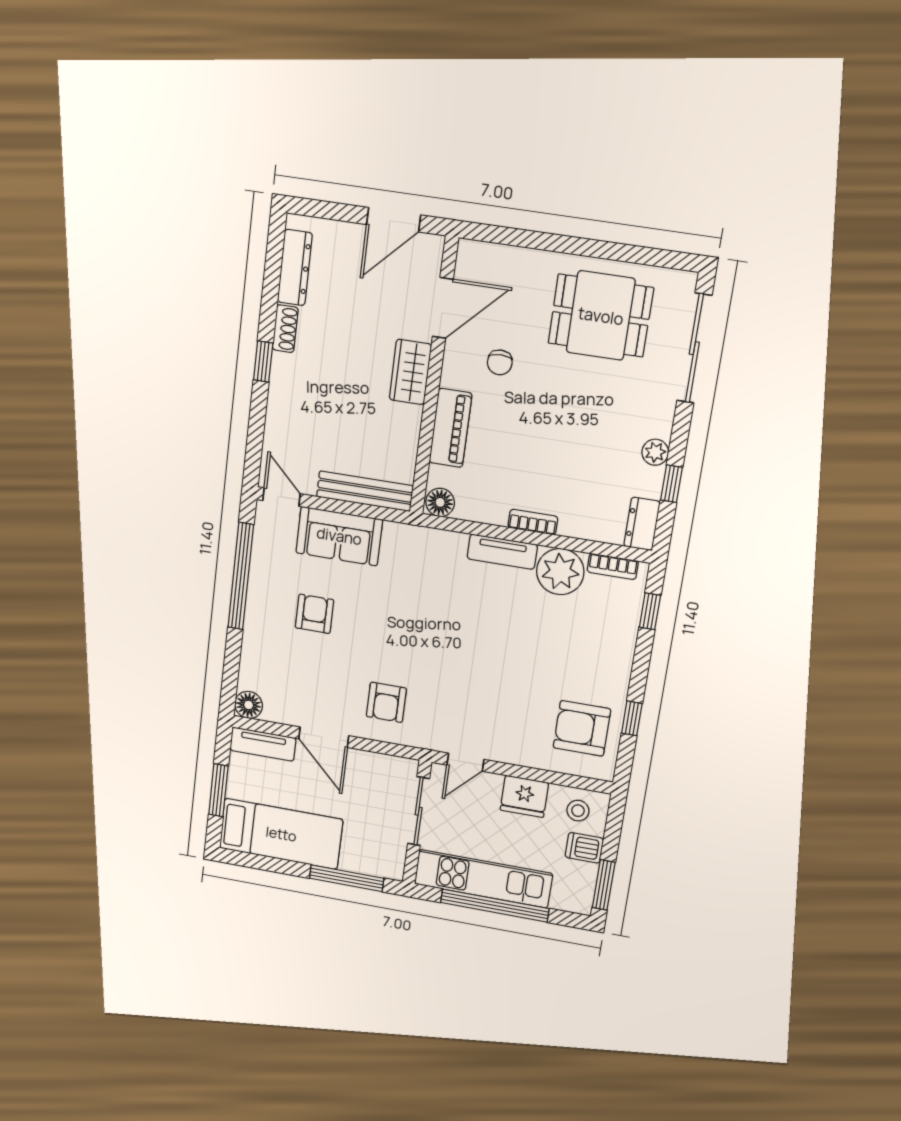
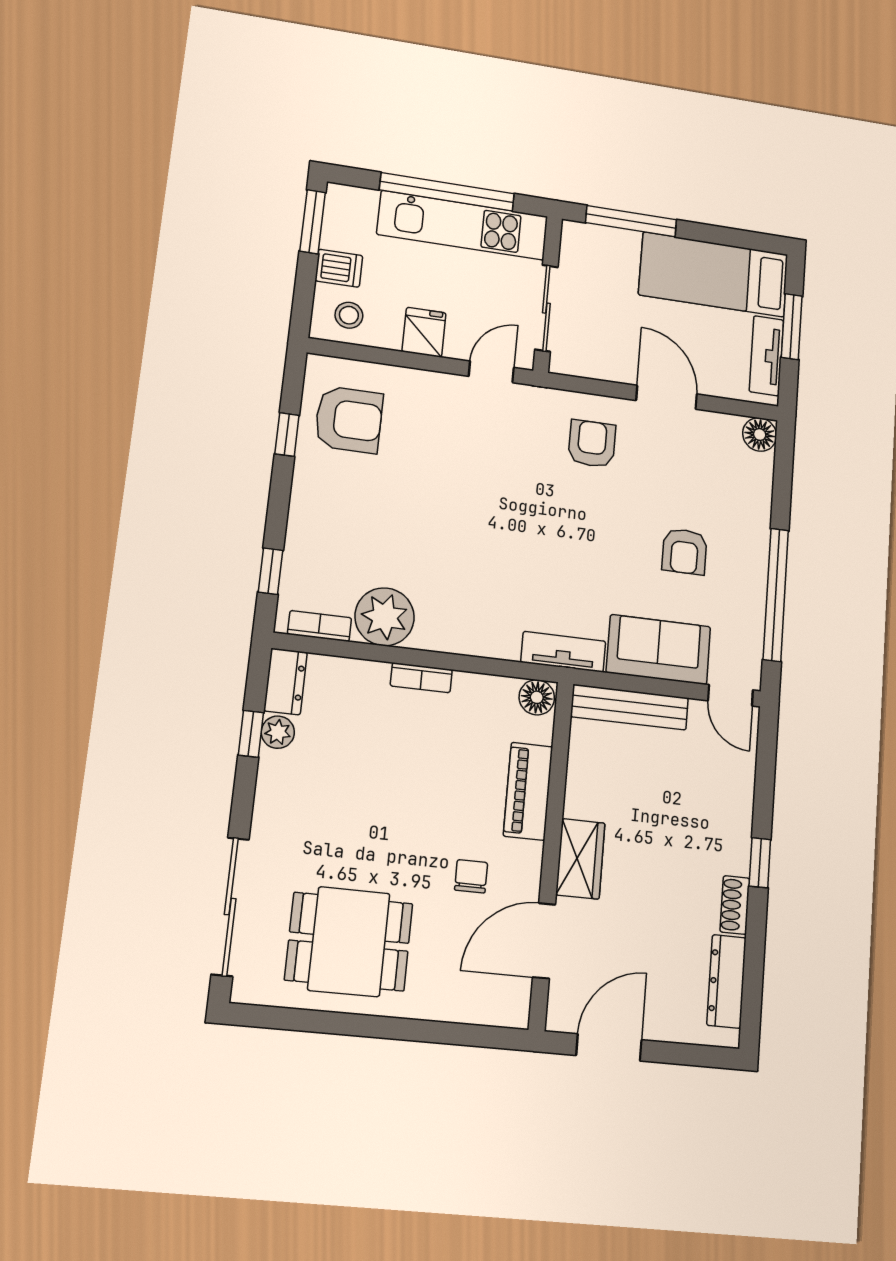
plant: (655, 452) -> (278, 732), moved
tv unit: (502, 552) -> (563, 652), moved
tv unit: (263, 744) -> (766, 356), moved, turned -90
fridge: (524, 796) -> (424, 332), width x0.72

